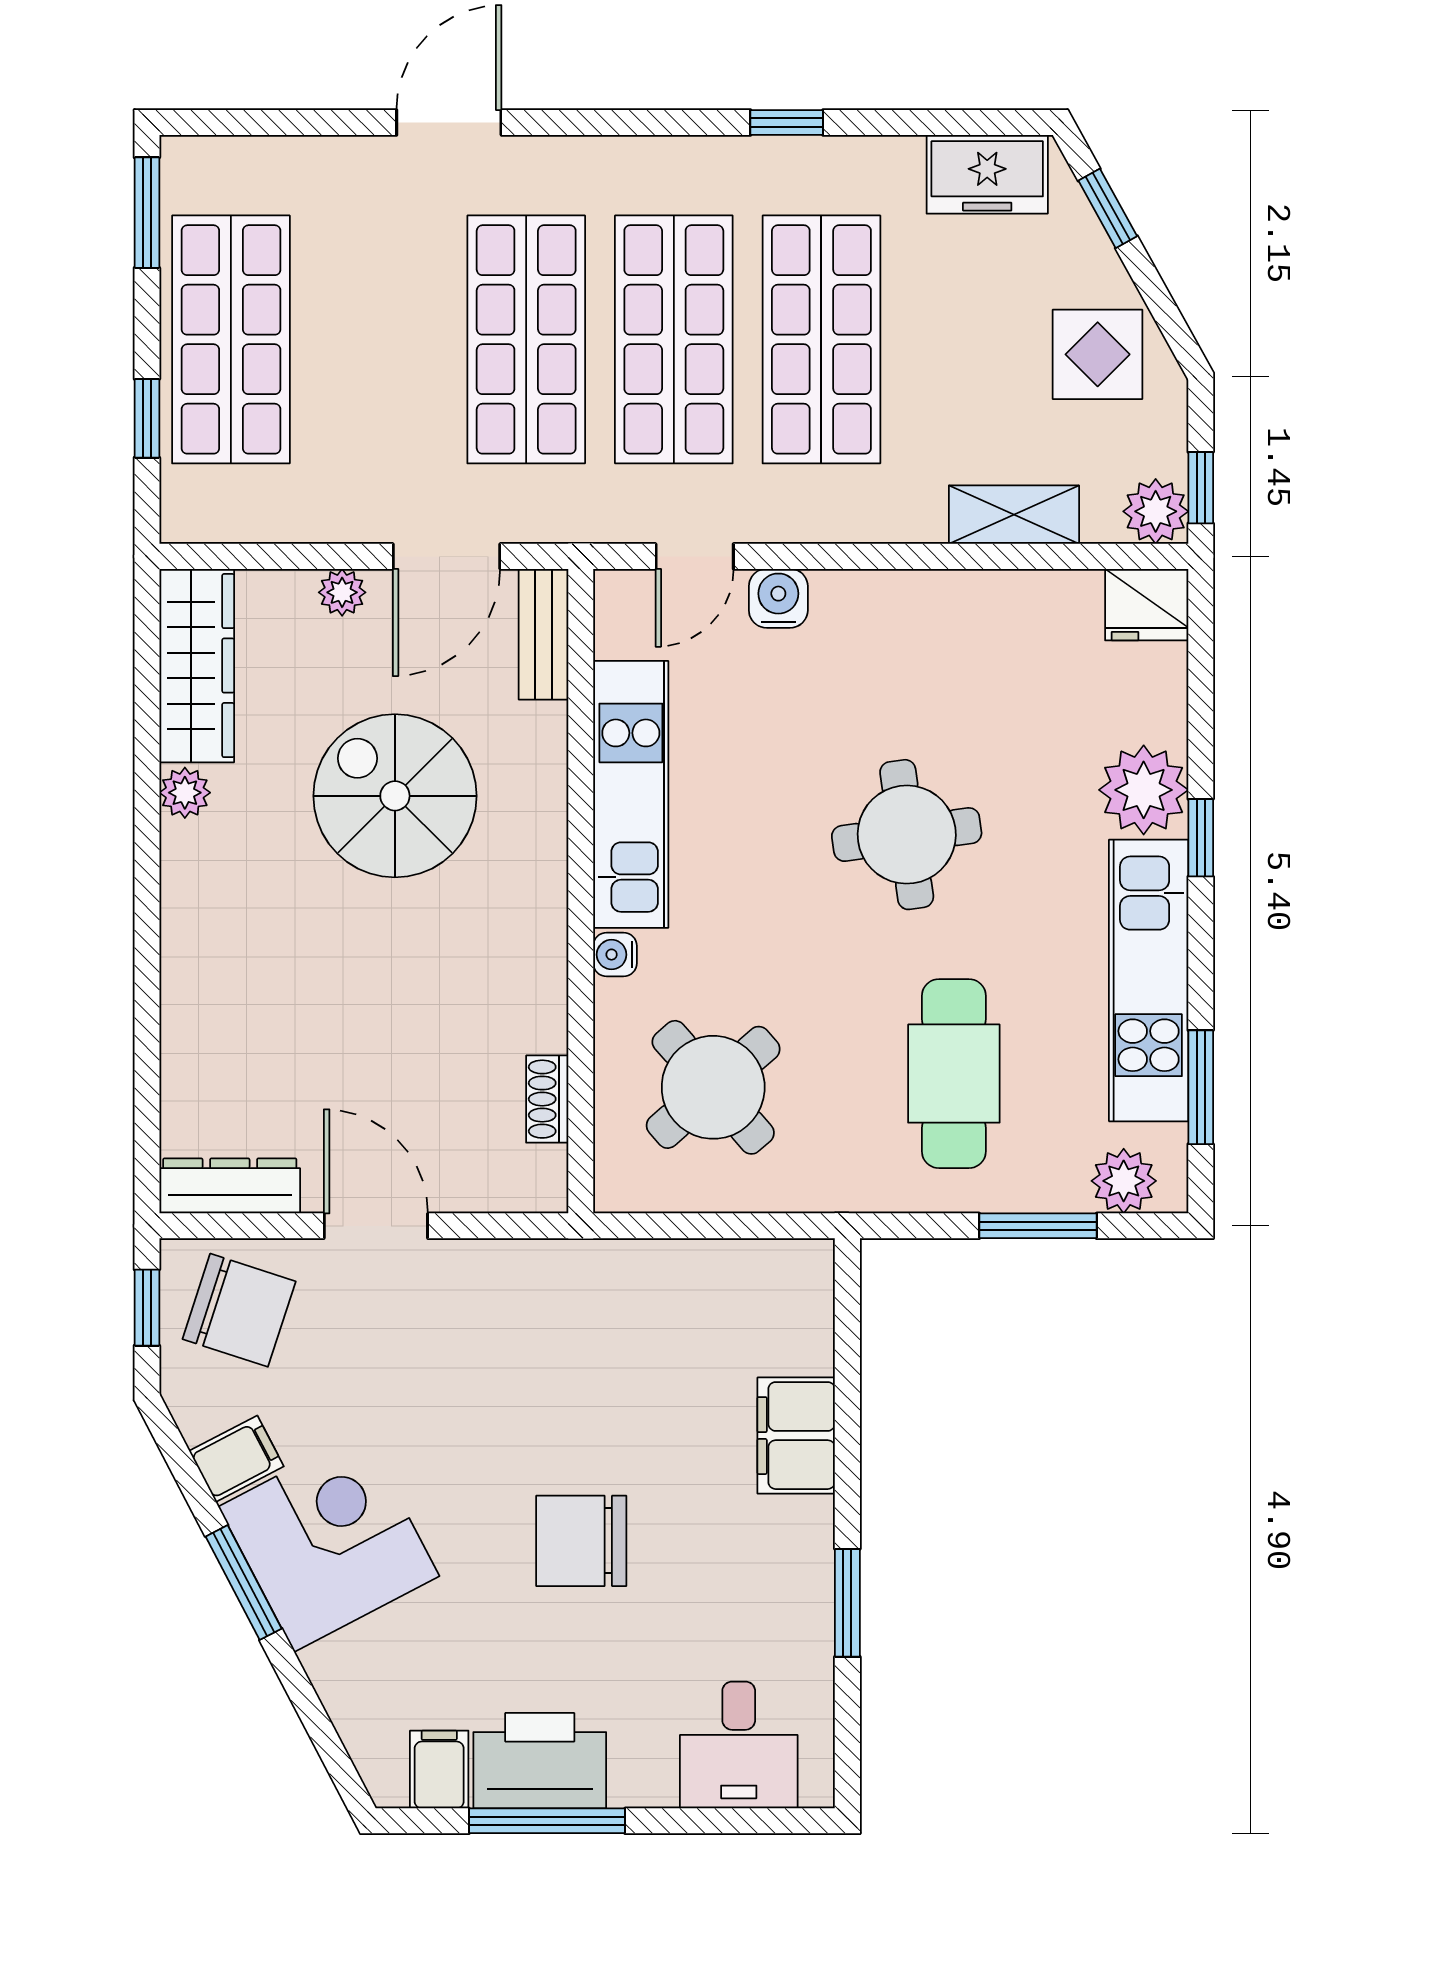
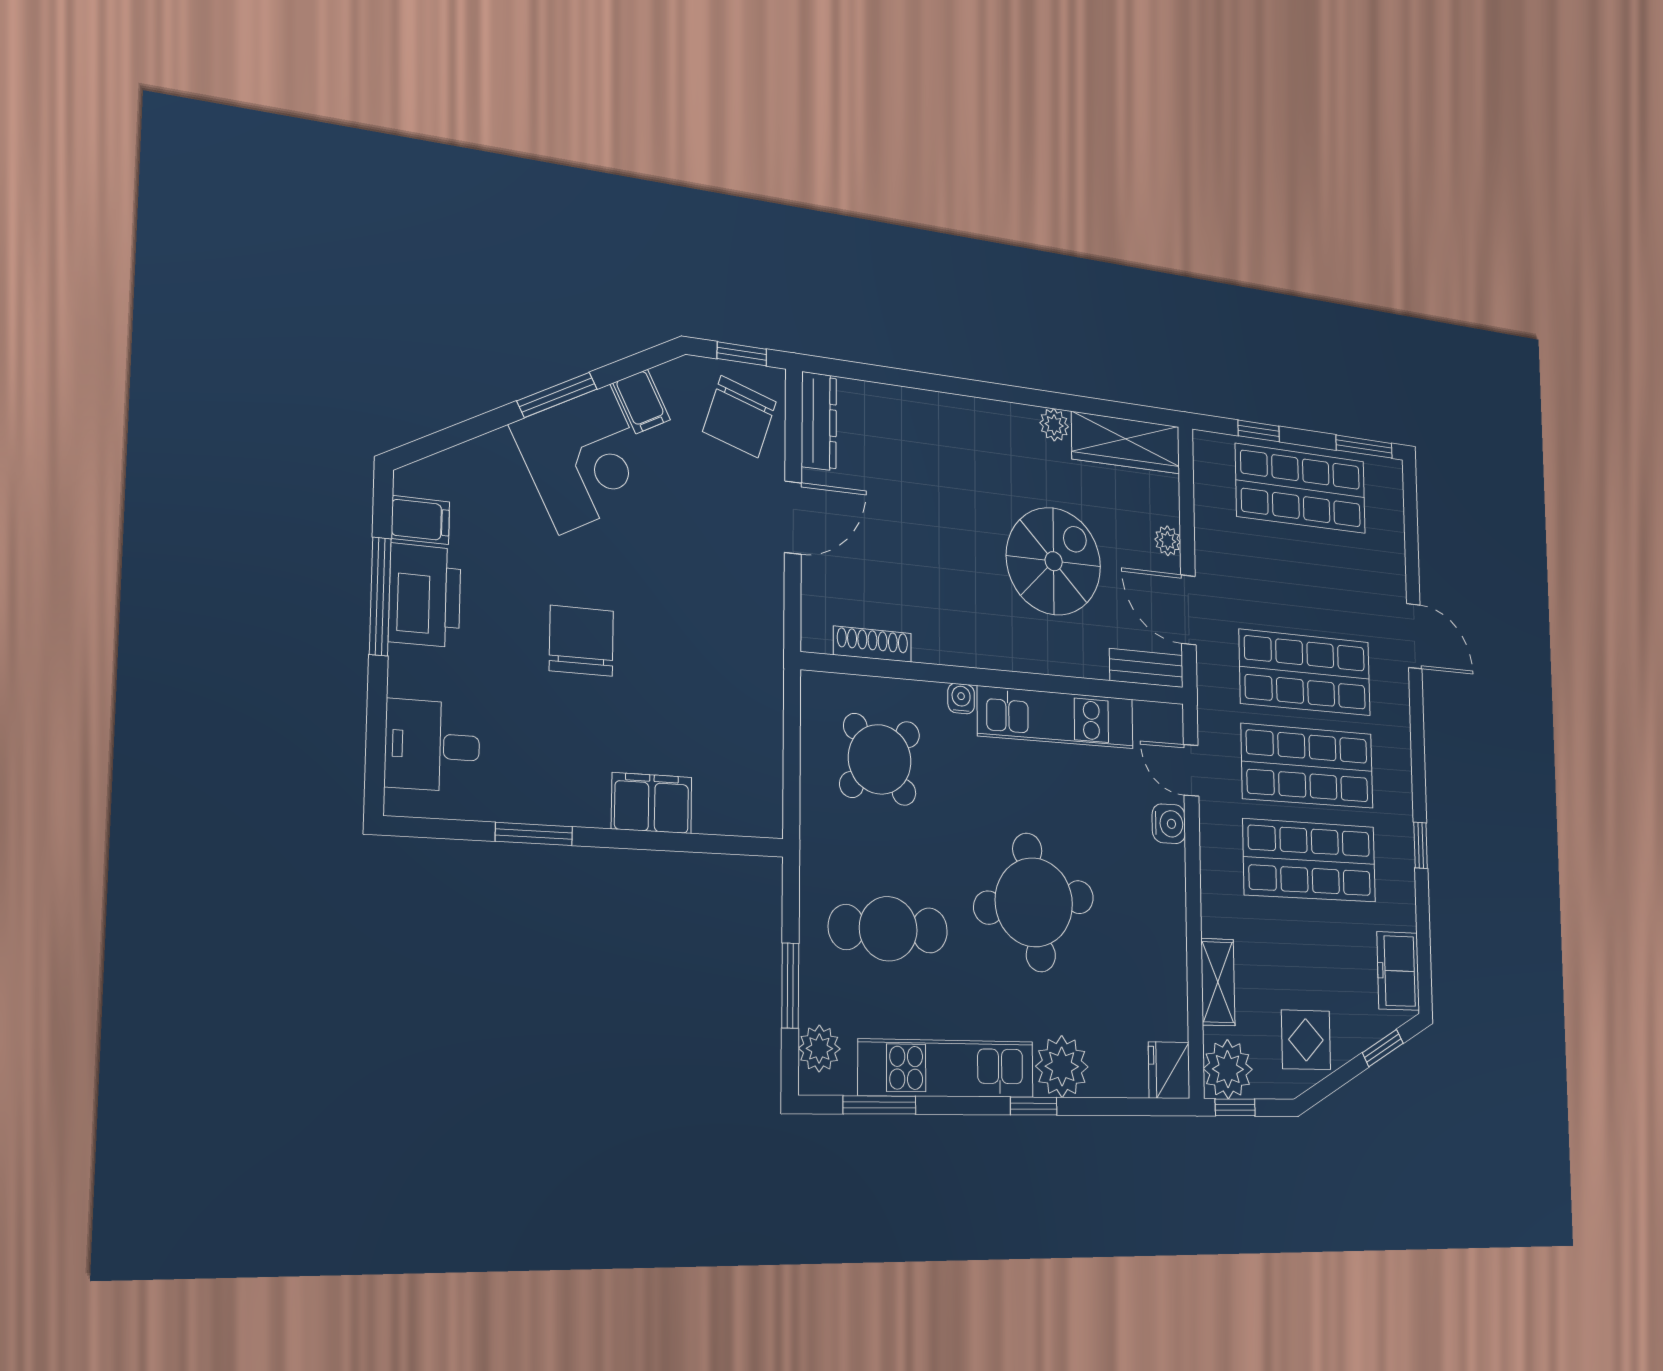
plant: (1156, 511) -> (1228, 1069), width x1.36, depth x1.36
round table: (907, 835) -> (1034, 902), width x1.36, depth x1.36
shoe rack: (547, 1099) -> (872, 644), width x1.43

